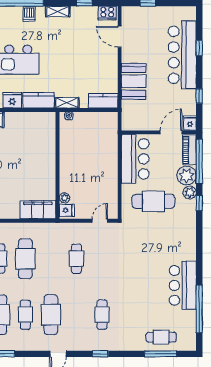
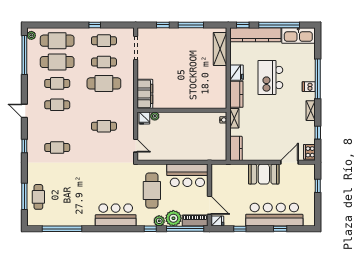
booth: (134, 81) -> (264, 174), moved
bar counter: (183, 285) -> (116, 215), moved
cafe table: (51, 315) -> (57, 105), width x0.73, depth x0.74

